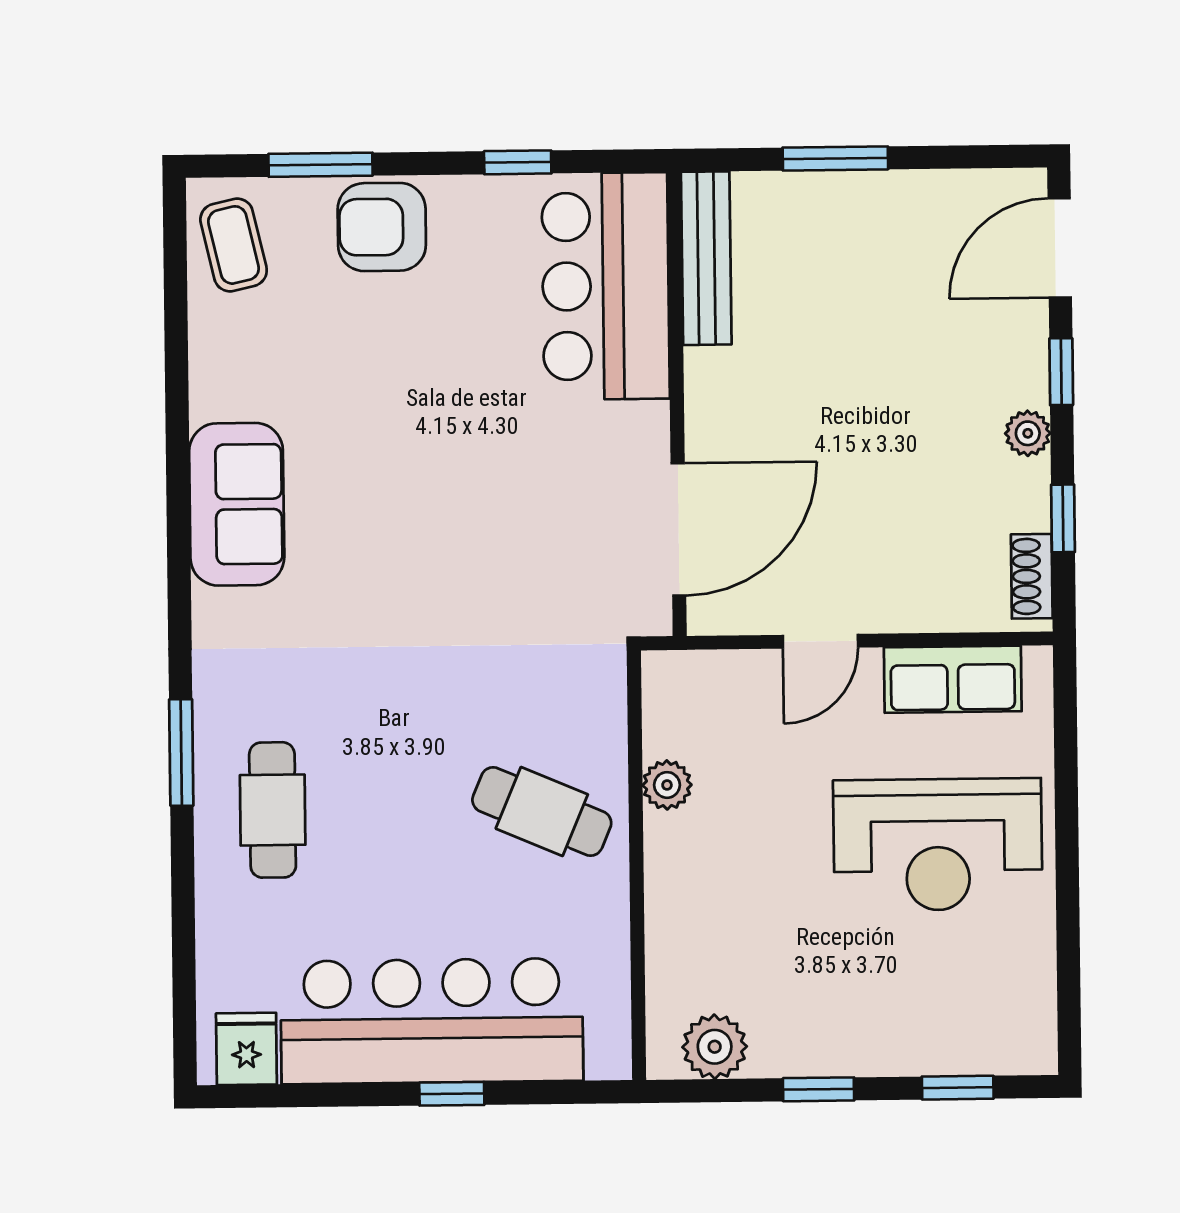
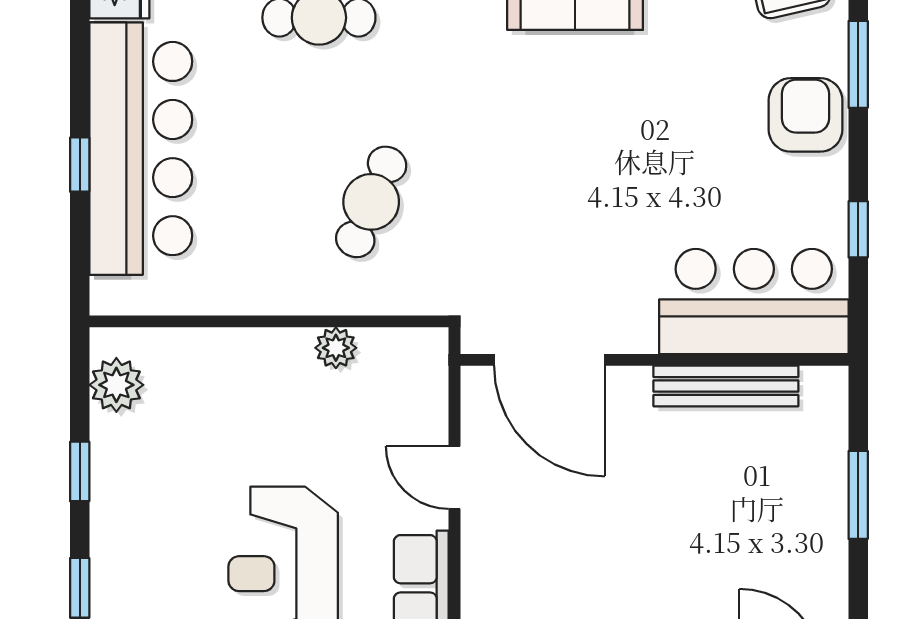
bench: (706, 258) -> (726, 386), moved
cafe table: (542, 811) -> (371, 202), moved

